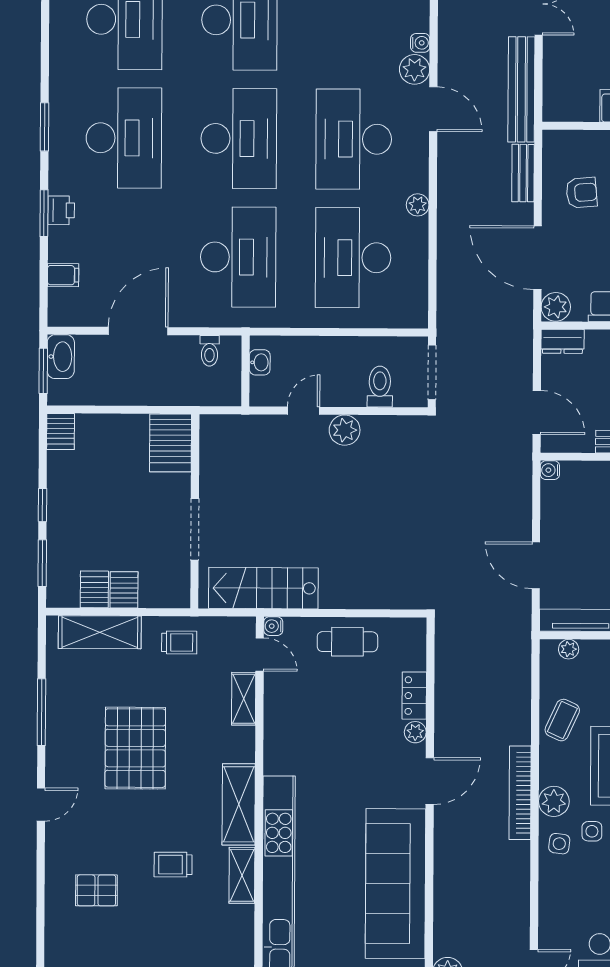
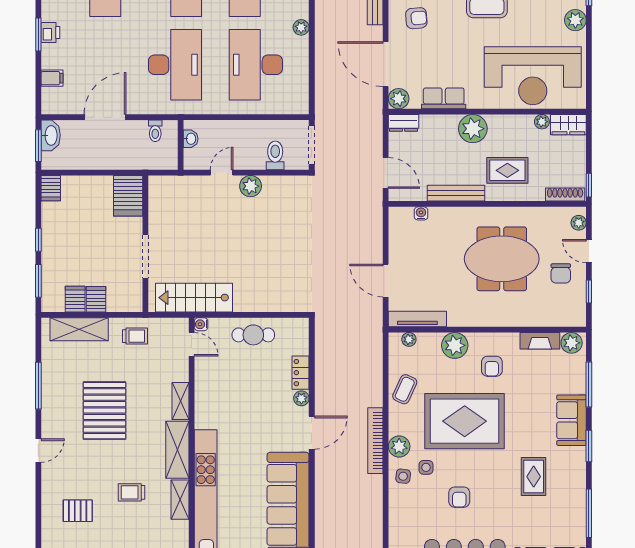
water cooler: (550, 470) -> (421, 213), moved, turned 90
shelving: (244, 699) -> (181, 401), moved

